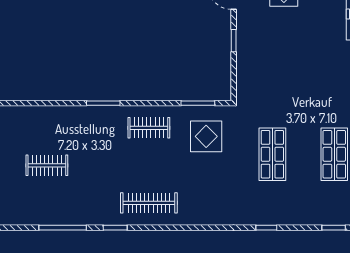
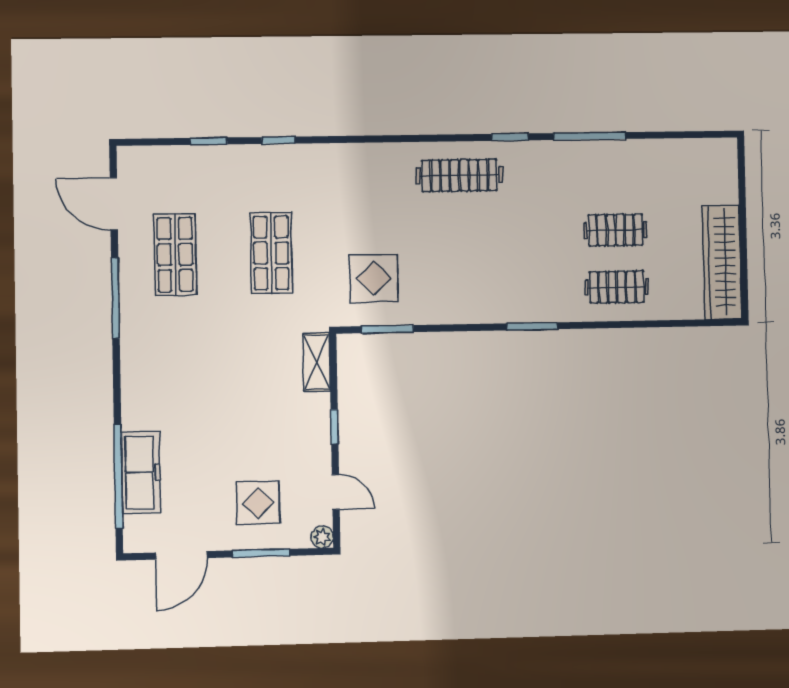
shelving: (244, 83) -> (317, 362), added
clothes rail: (149, 128) -> (617, 287), moved
window: (334, 228) -> (209, 141), moved

